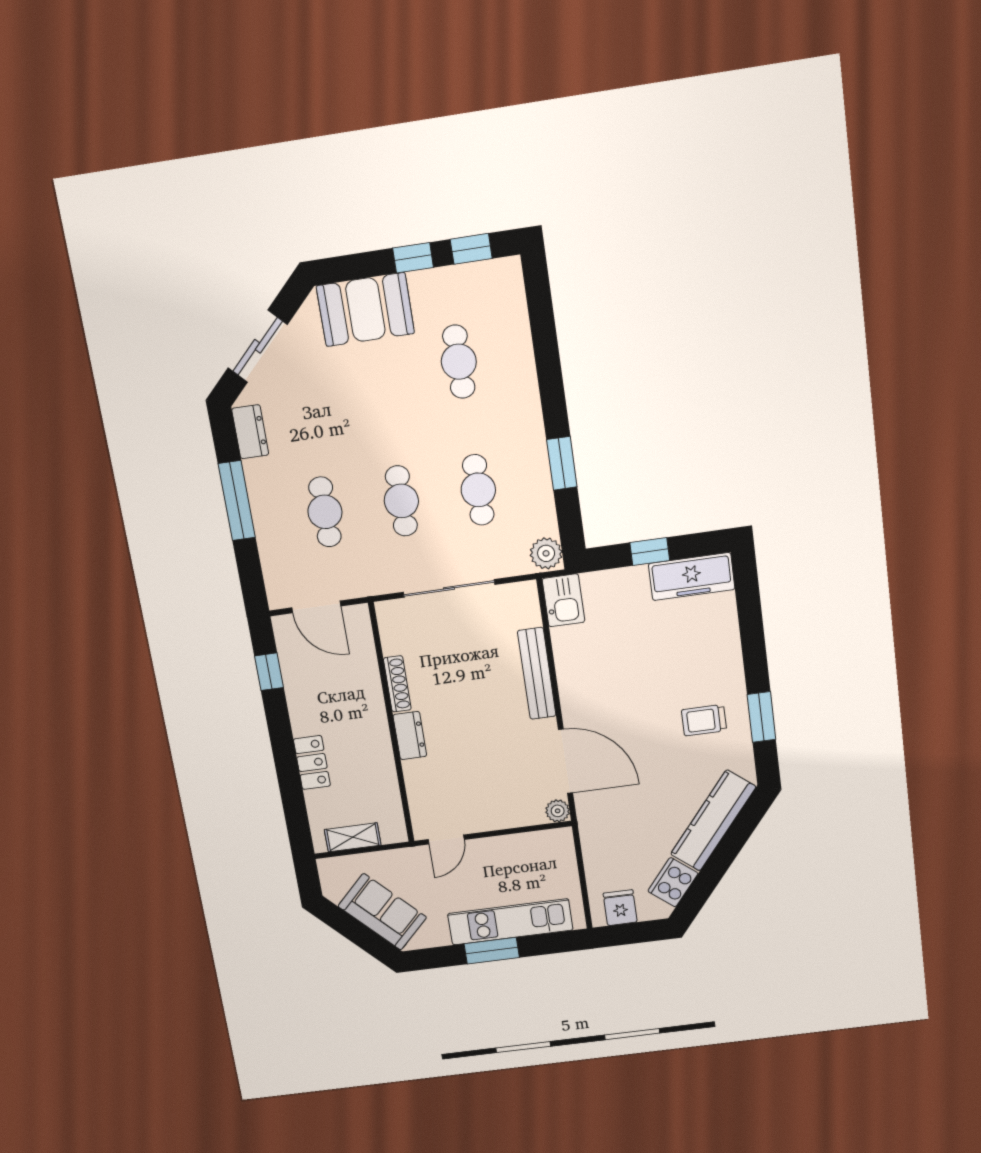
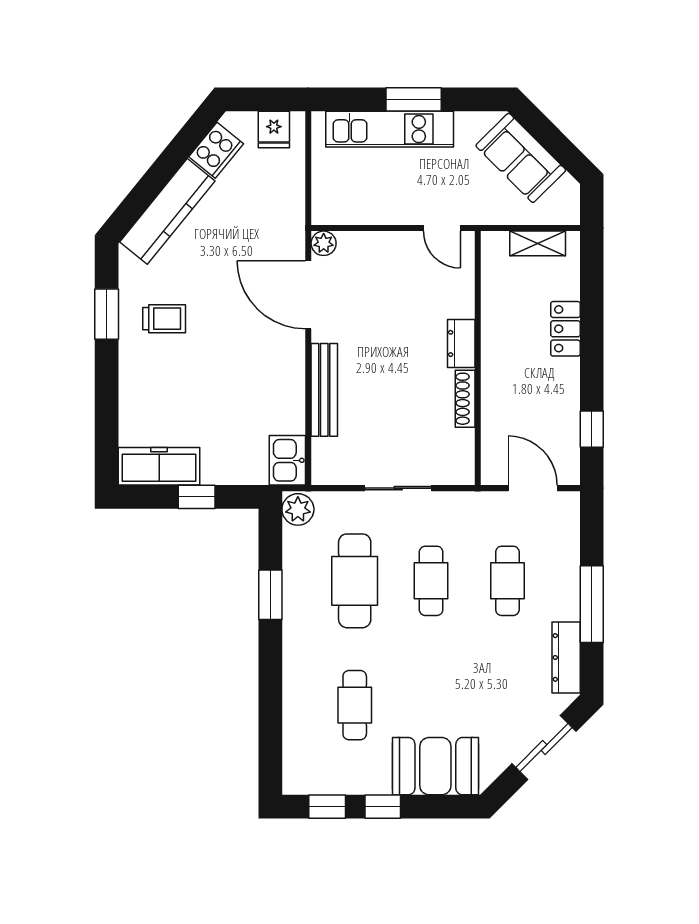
dresser: (250, 432) -> (566, 657), width x1.44
cafe table: (478, 490) -> (355, 581), width x1.37, depth x1.35
sliding door: (449, 588) -> (398, 488), width x0.73
door: (446, 839) -> (442, 228), swing flipped

